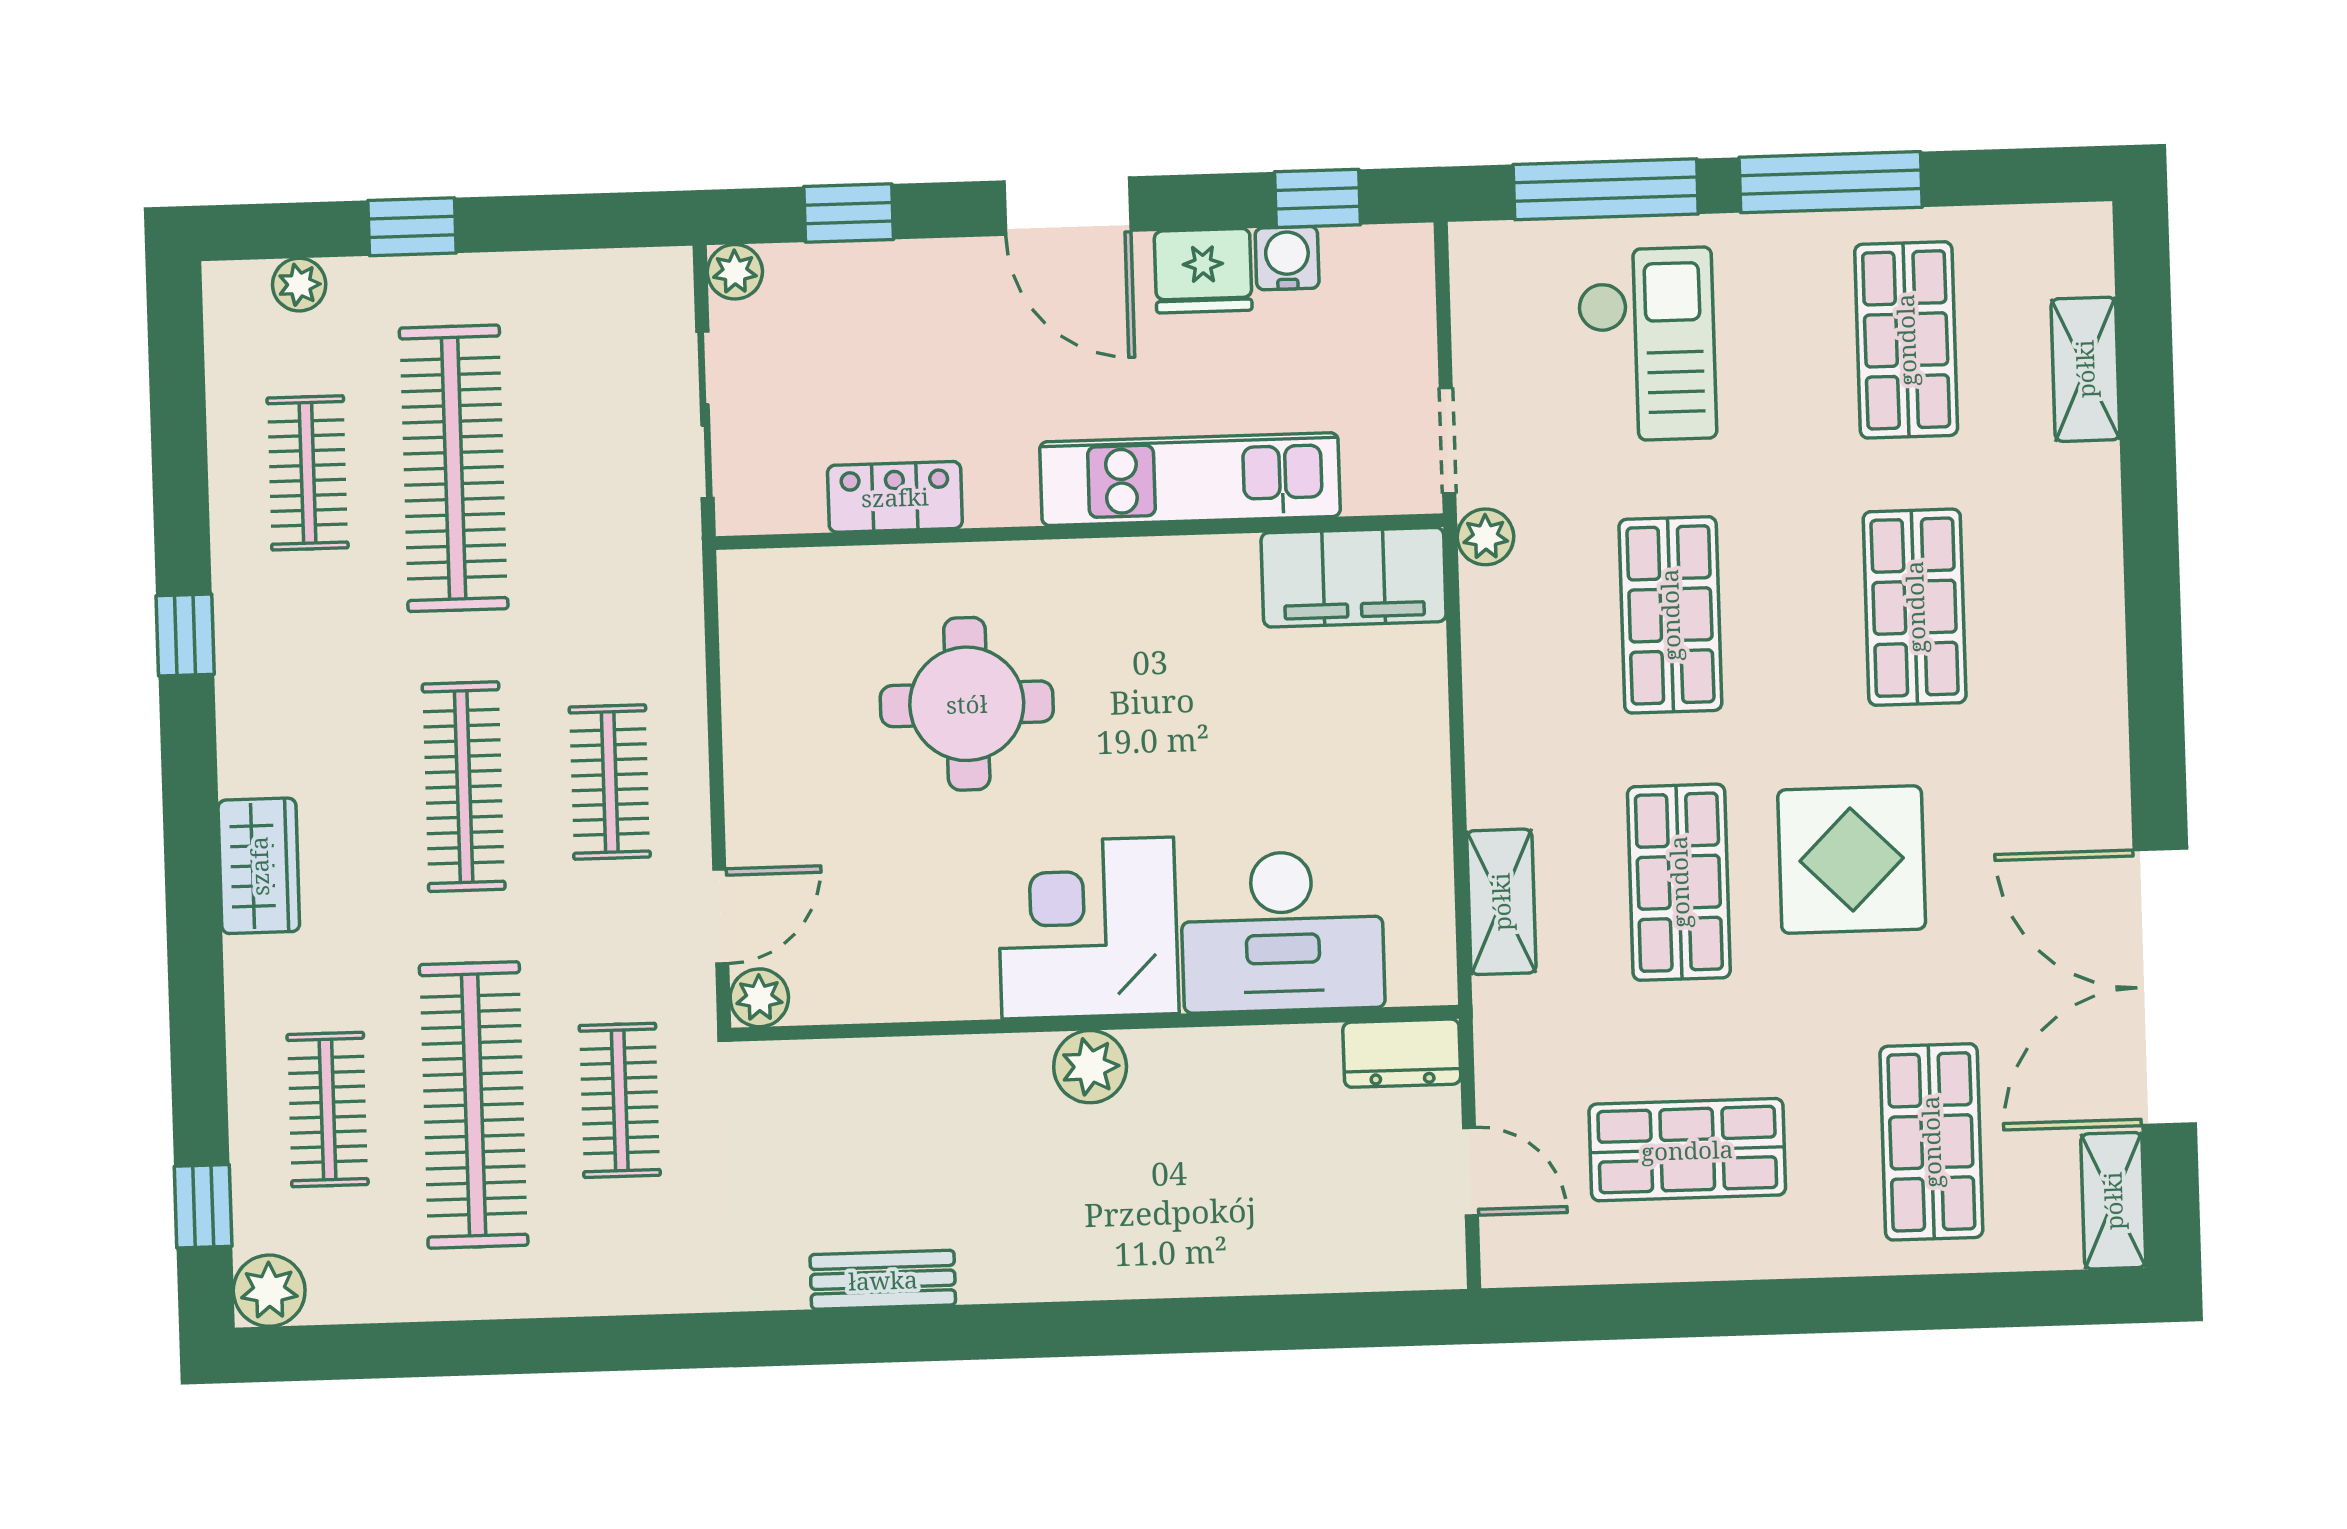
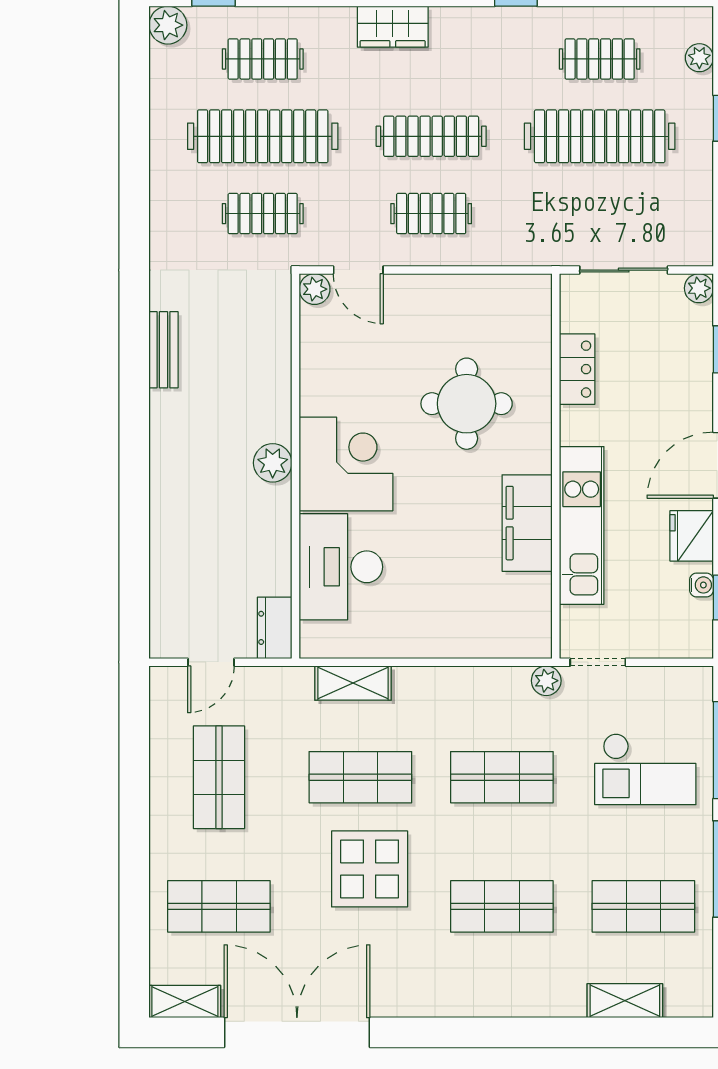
water cooler: (1287, 258) -> (701, 585), width x0.72, depth x0.72
filing cabinet: (1354, 577) -> (527, 523), moved

